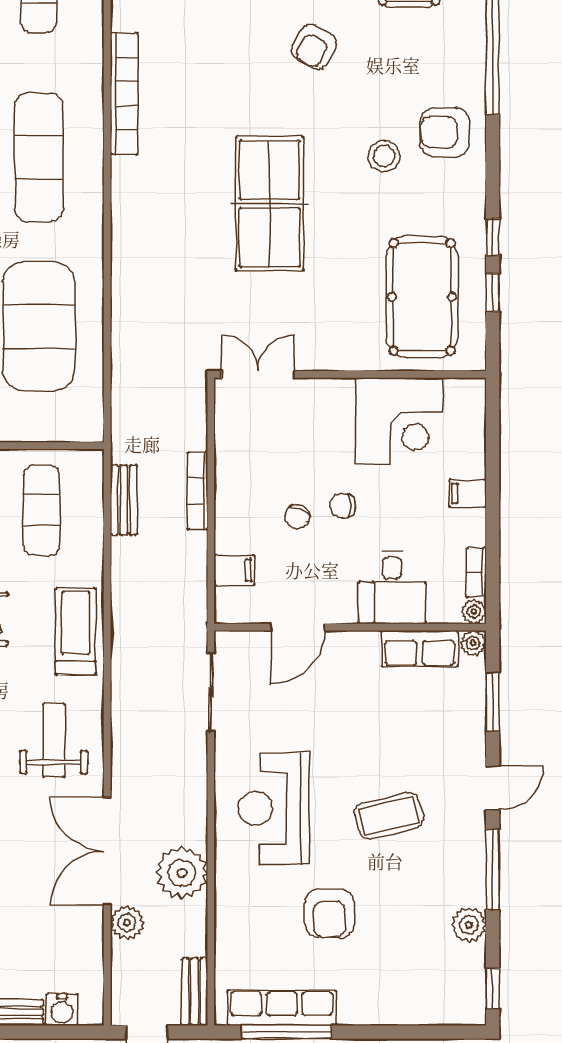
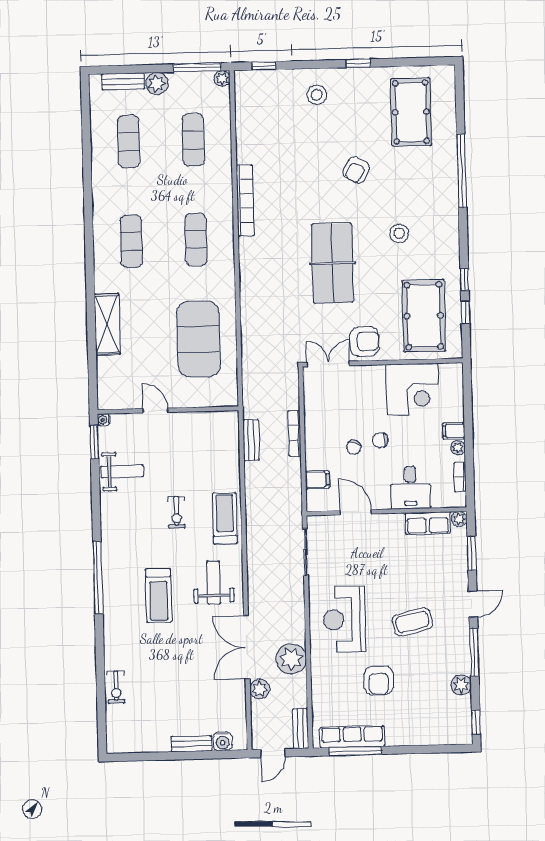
armchair: (445, 132) -> (364, 341), moved, turned 180
exercise mat: (39, 157) -> (196, 239), width x0.73, depth x0.69
exercise mat: (42, 510) -> (203, 447), removed
plant: (474, 612) -> (458, 448), moved
door: (298, 627) -> (356, 512), swing flipped

